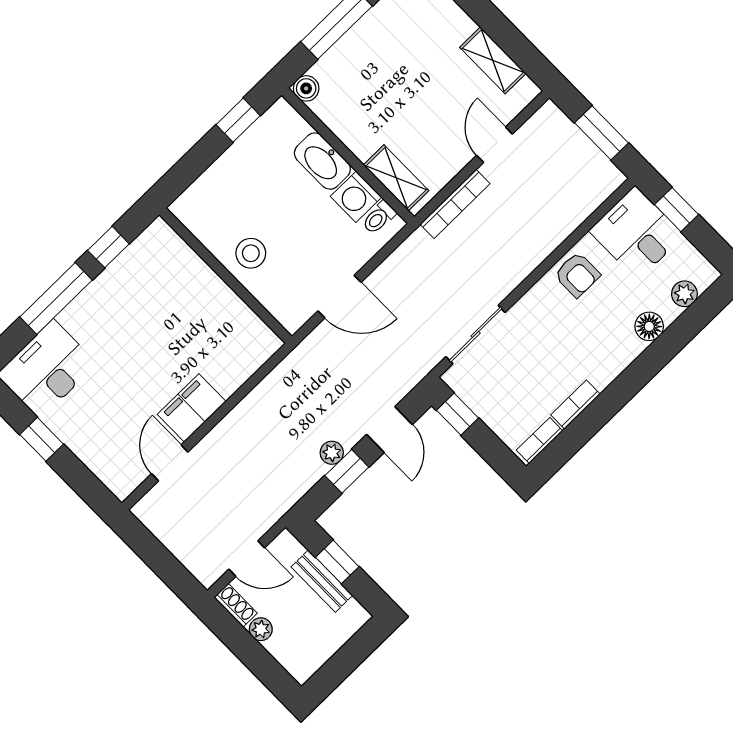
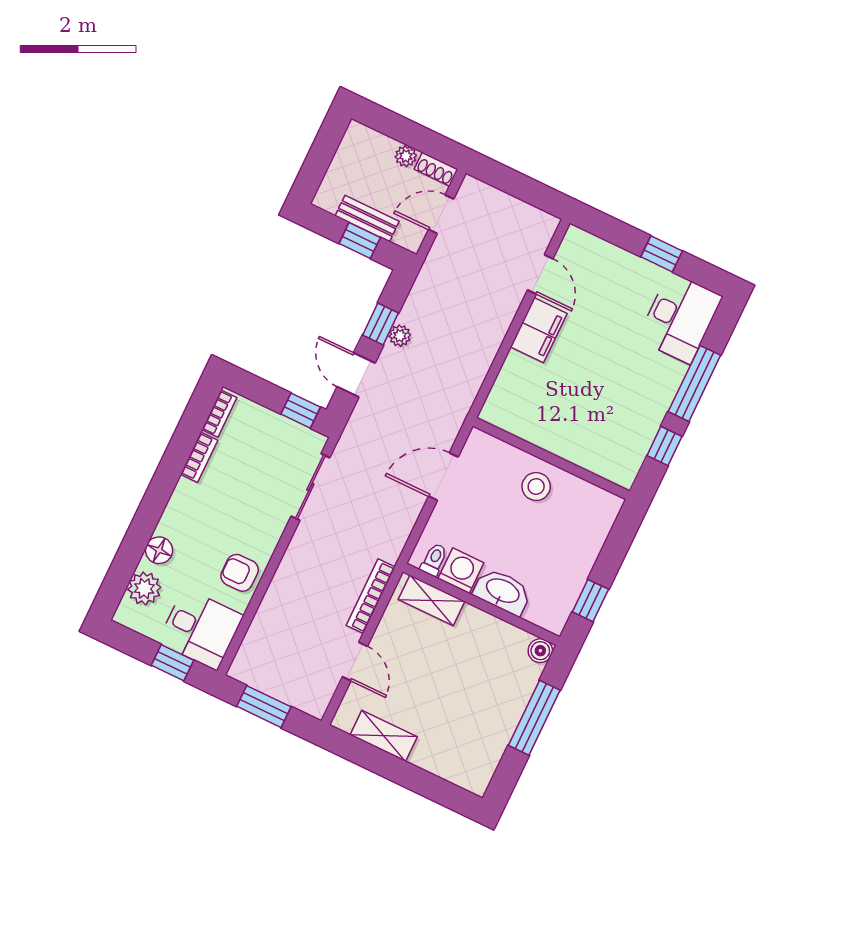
plant: (684, 294) -> (144, 588), width x1.38, depth x1.38

